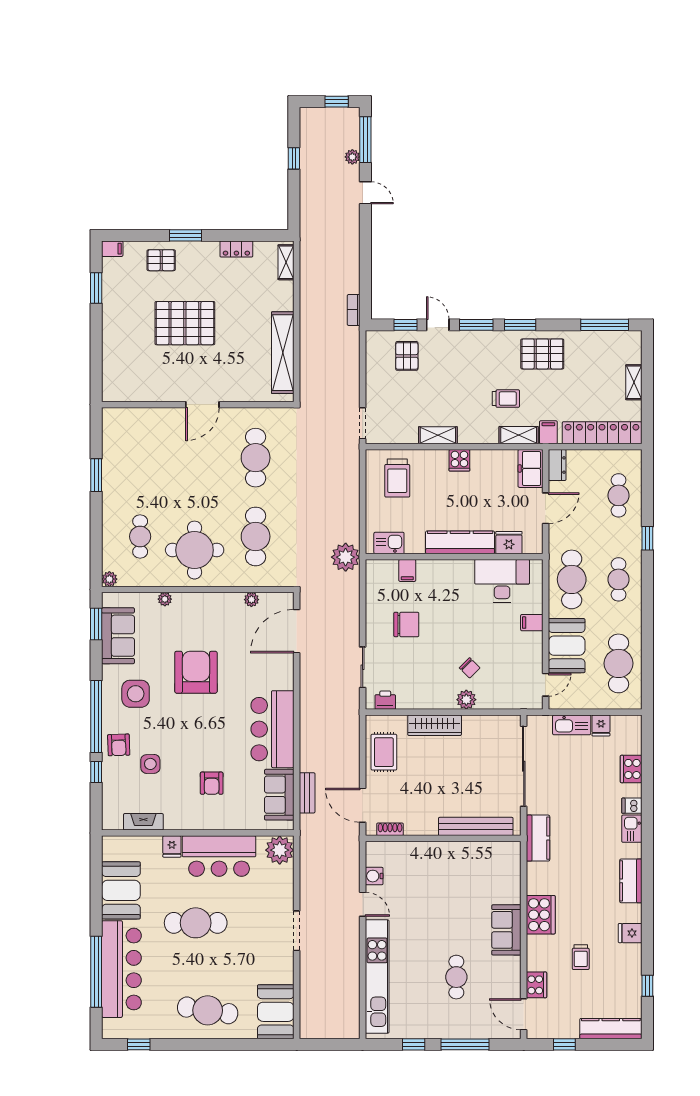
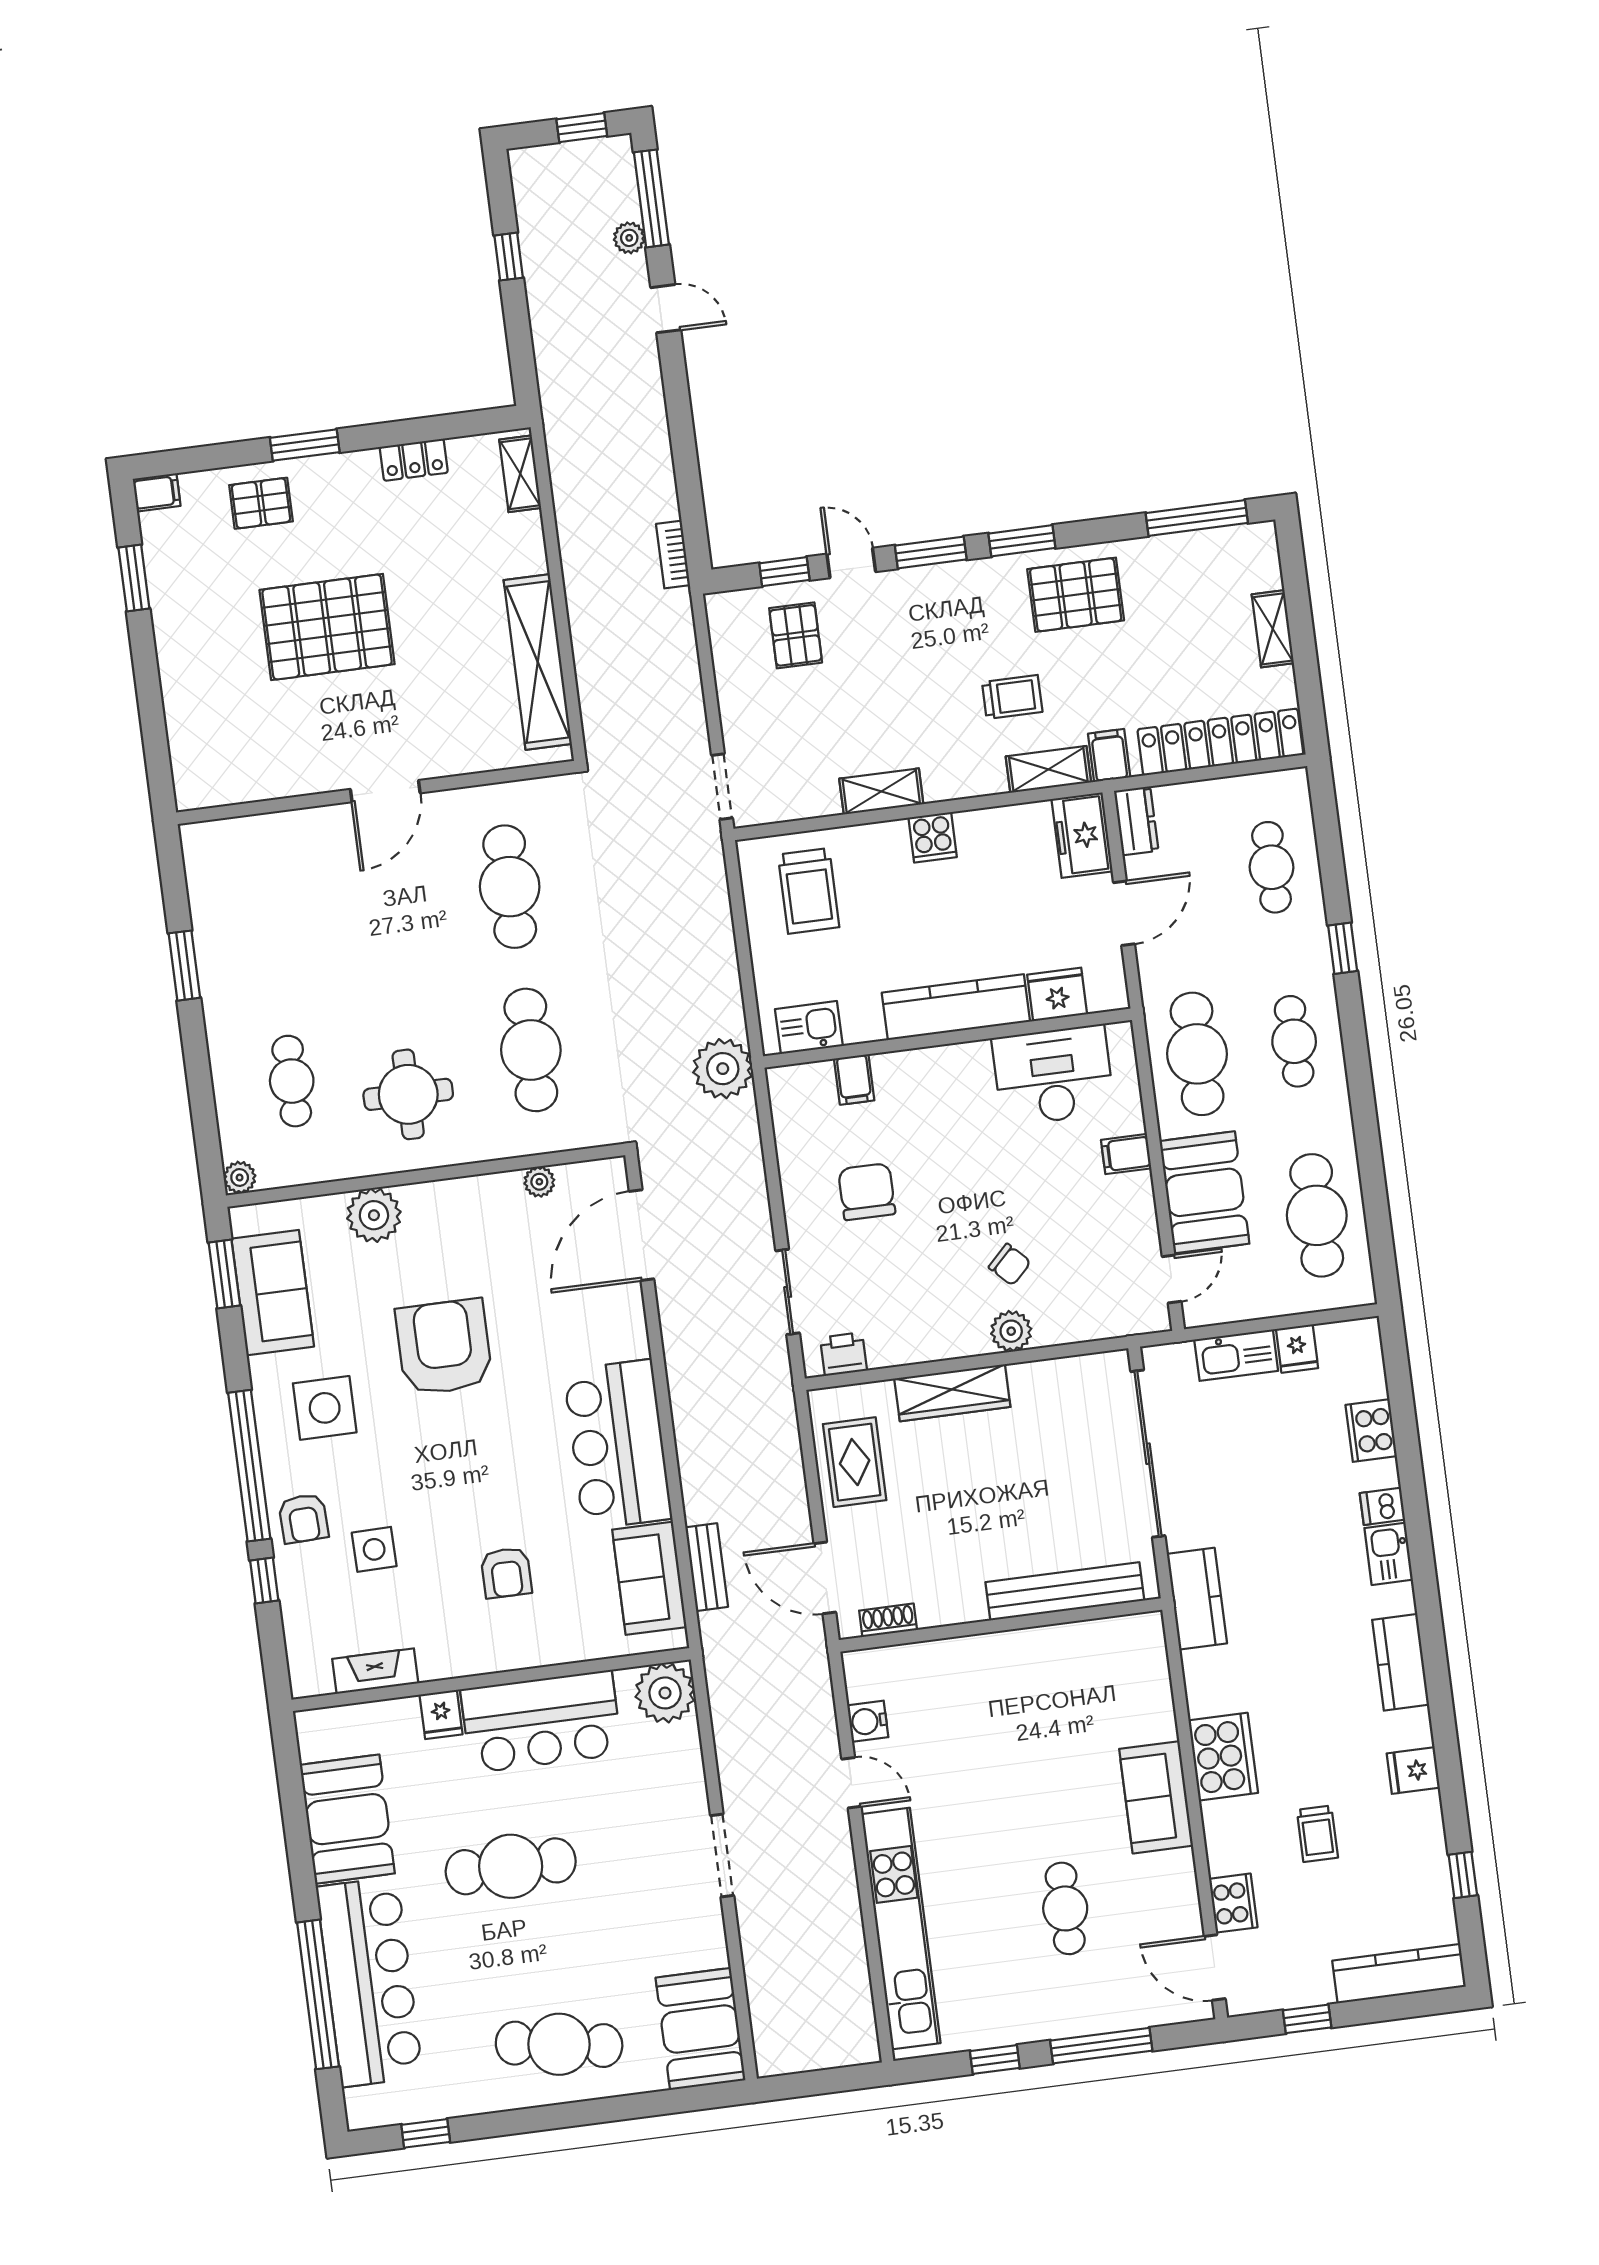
round table: (195, 550) -> (408, 1094), width x0.73, depth x0.73
plant: (165, 599) -> (374, 1215), width x1.88, depth x1.88
chair: (406, 624) -> (867, 1192), turned -90

